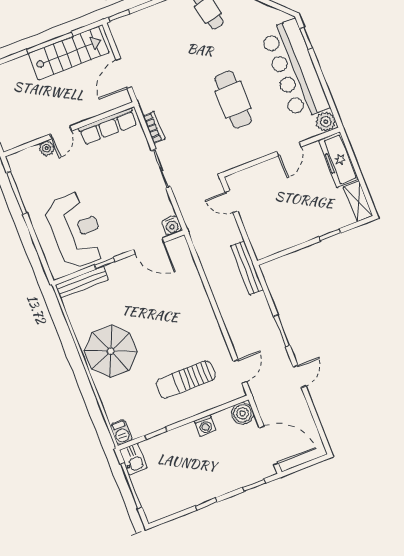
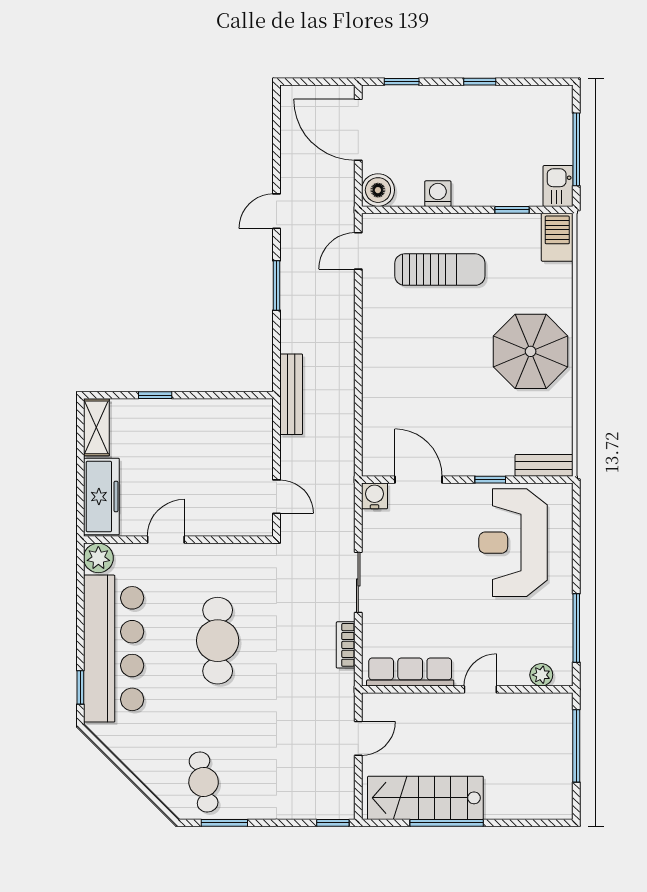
door: (124, 73) -> (358, 738), width x0.73
plant: (47, 148) -> (541, 675), moved
bench: (82, 282) -> (544, 465), width x0.73
barbecue: (121, 432) -> (557, 237), width x1.38, depth x1.27

